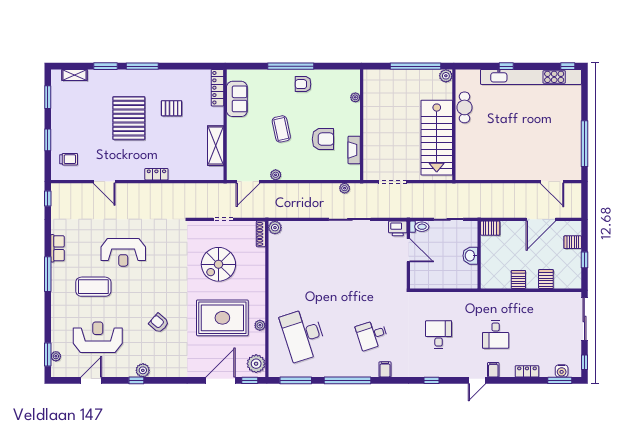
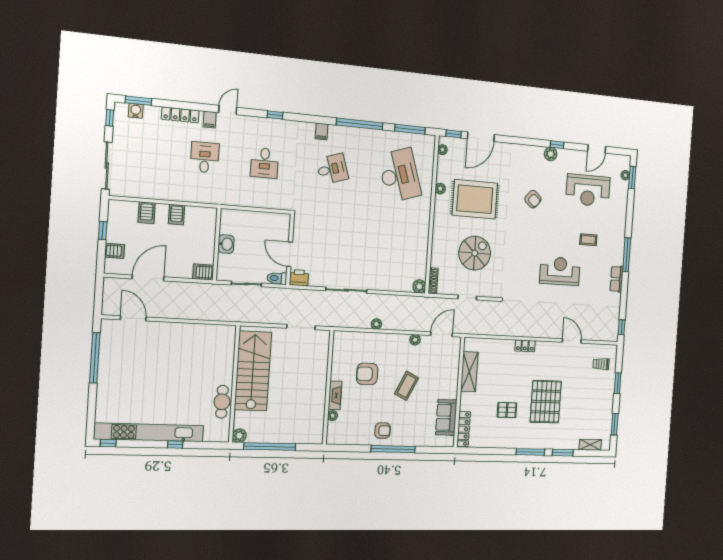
coffee table: (281, 129) -> (407, 386), turned 38
fireplace: (354, 150) -> (335, 395), moved
plant: (345, 188) -> (376, 324), moved
coffee table: (93, 287) -> (588, 240), width x0.54, depth x0.58
plant: (256, 364) -> (442, 150), width x0.53, depth x0.53
locker: (527, 371) -> (180, 115), width x1.53

